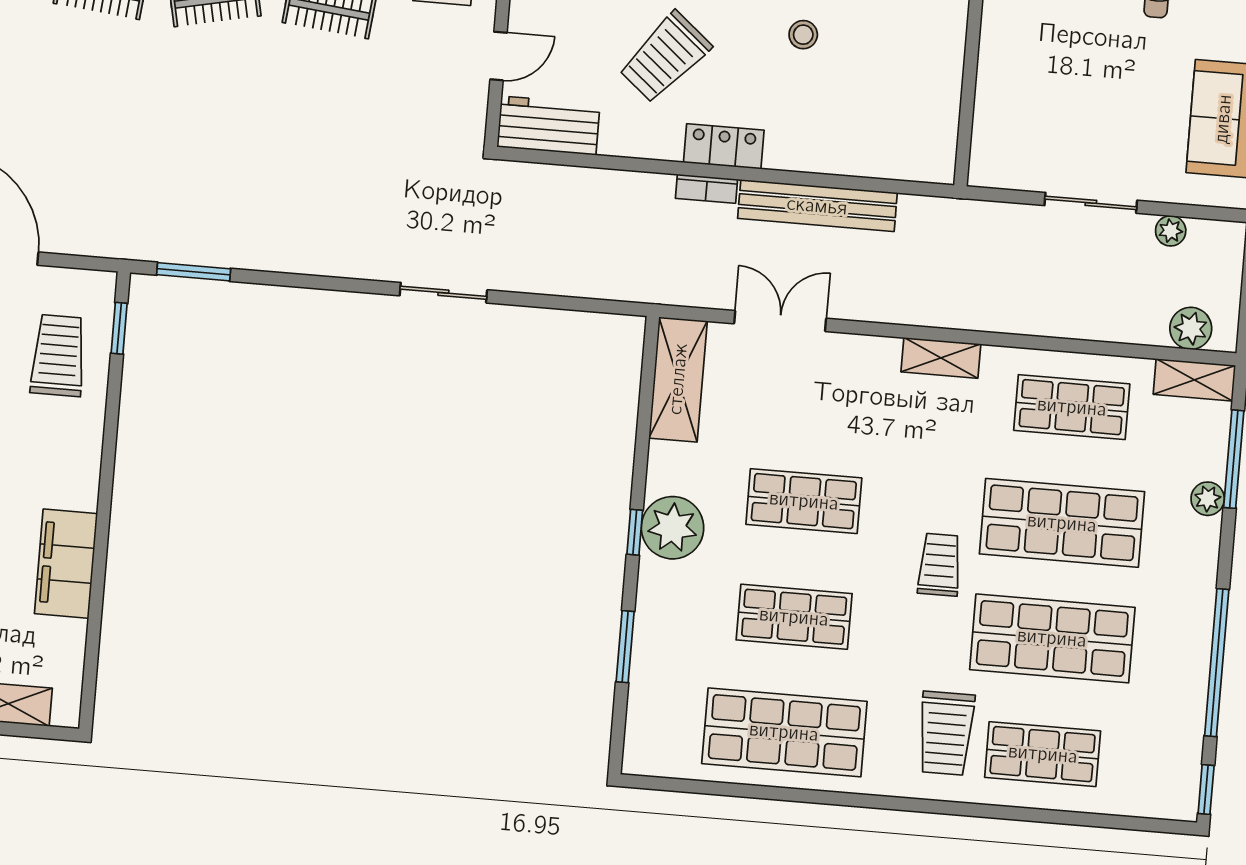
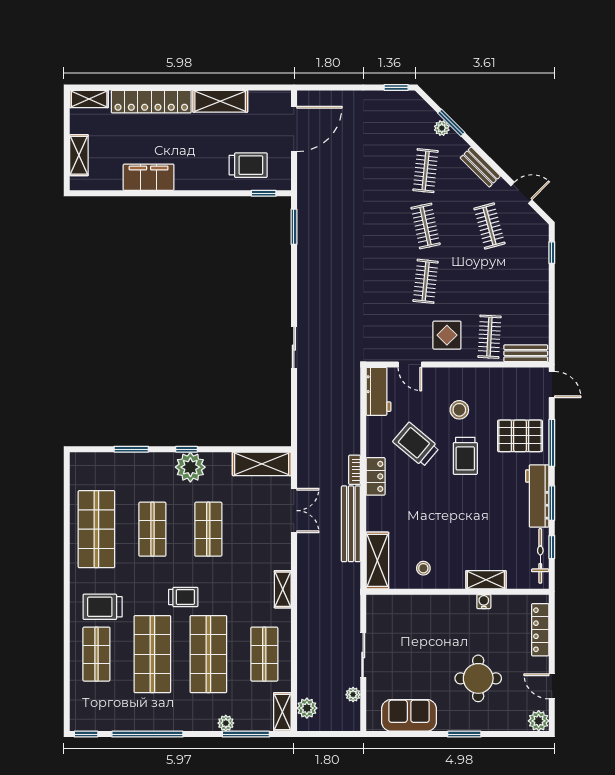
stool: (803, 35) -> (423, 568), moved
shelving: (898, 157) -> (377, 560), added

